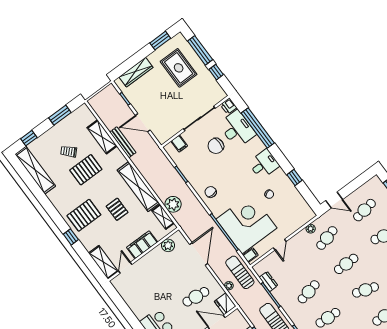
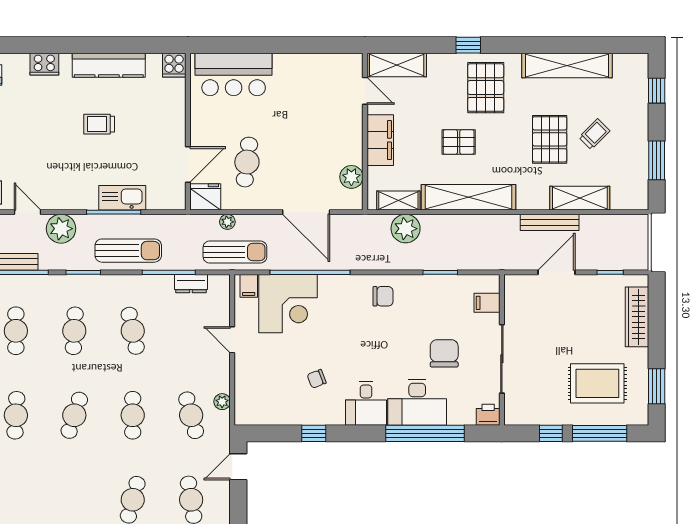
desk: (237, 129) -> (417, 402), moved
shelving: (35, 170) -> (567, 66), moved
corner desk: (246, 224) -> (288, 304), width x0.74, depth x0.74

